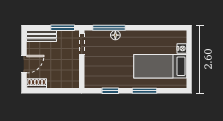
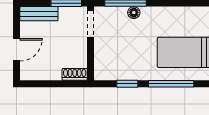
shoe rack: (37, 83) -> (75, 74), moved
window: (144, 91) -> (171, 84), width x1.44

